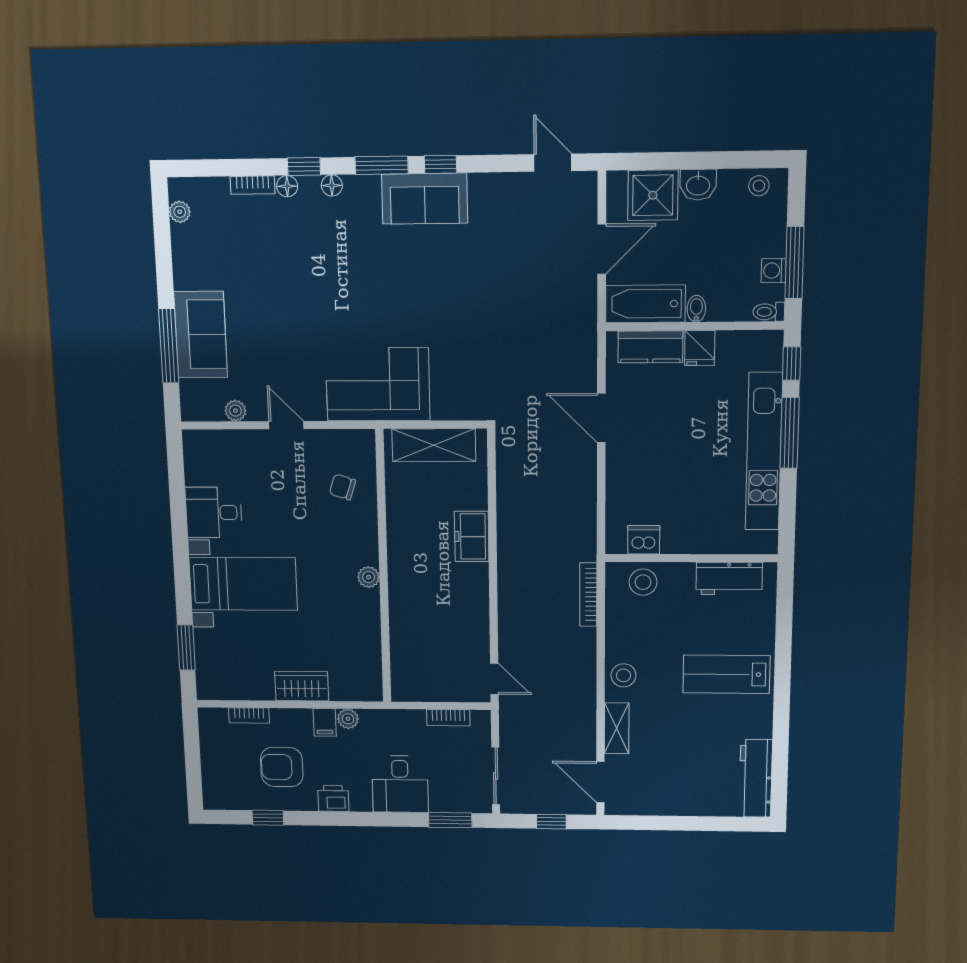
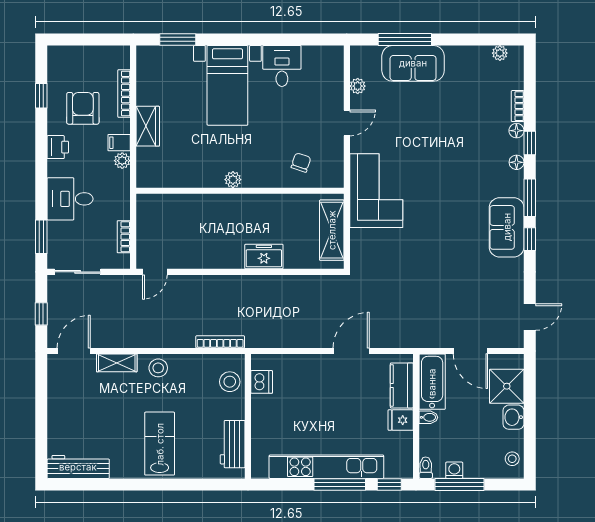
bookcase: (249, 715) -> (124, 94), width x1.56

